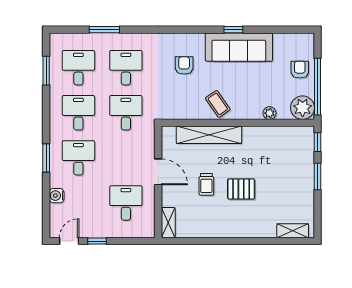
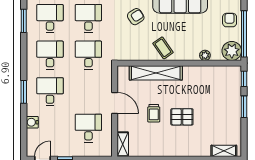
armchair: (184, 65) -> (136, 17), turned 57

